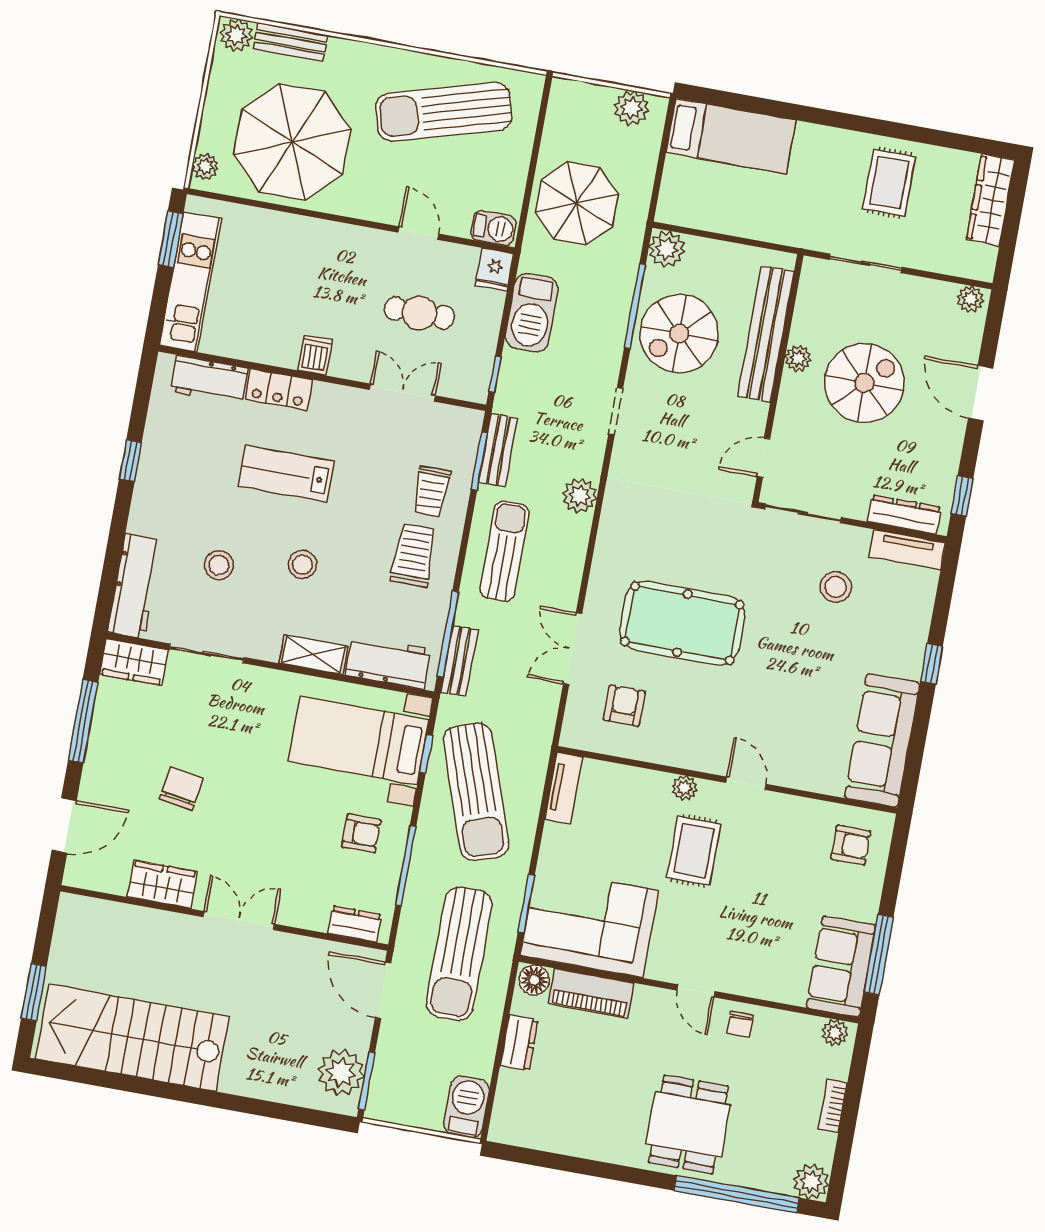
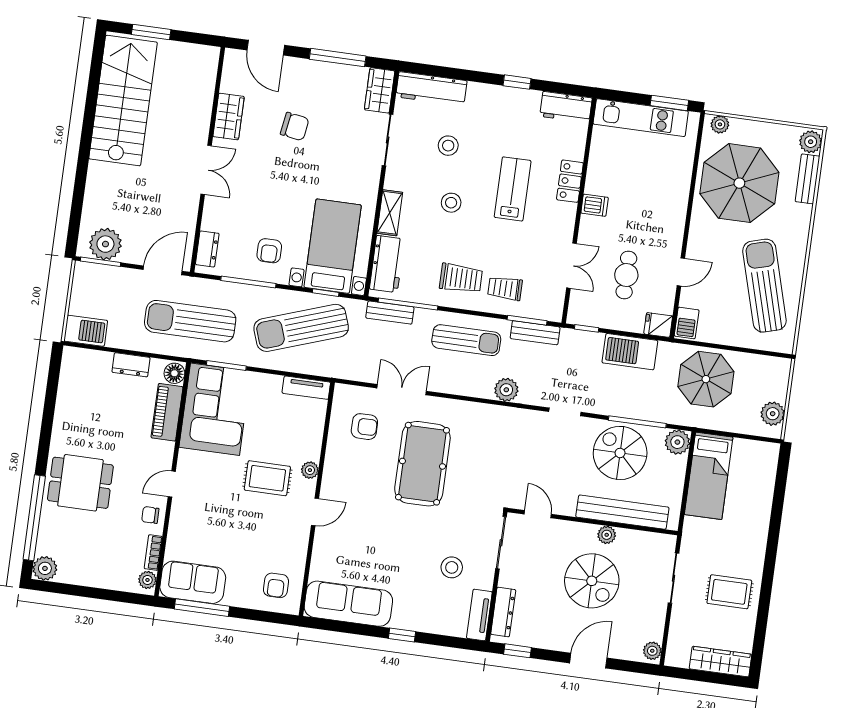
bed: (731, 136) -> (709, 476), moved
workbench: (209, 380) -> (566, 107), moved, turned -90
bookcase: (833, 1106) -> (153, 553), moved, turned -90

